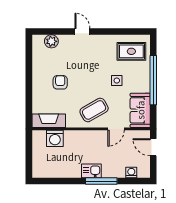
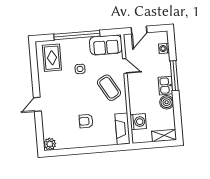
plant: (51, 41) -> (50, 144), moved
shelving: (38, 165) -> (164, 135), added
boiler: (73, 171) -> (167, 102), added

